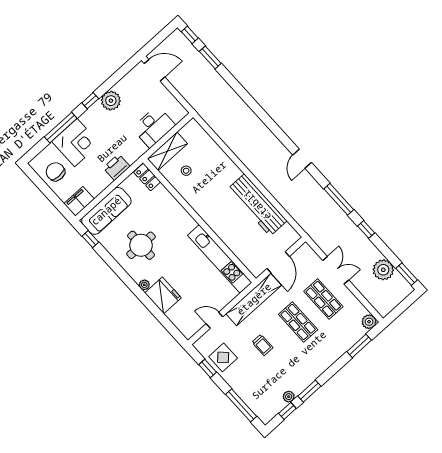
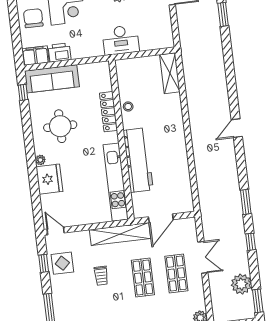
desk: (154, 127) -> (121, 40), moved
shelving: (167, 151) -> (170, 73), moved, turned 90
door: (302, 159) -> (237, 128), moved
printer: (117, 167) -> (60, 52), moved
stool: (186, 171) -> (128, 106), moved
locker: (147, 177) -> (108, 112), moved, width x1.53
window: (339, 199) -> (246, 202), width x0.69
workbench: (257, 205) -> (138, 160), moved, turned 180
door: (214, 320) -> (56, 231), moved

